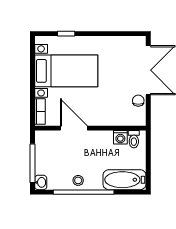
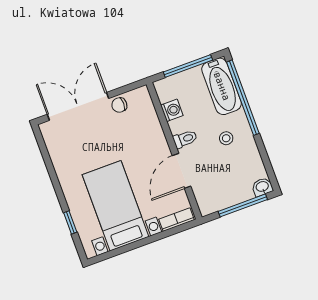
toilet: (134, 139) -> (185, 139), moved
window: (148, 161) -> (188, 66), added
stool: (78, 180) -> (226, 138), moved
window: (84, 192) -> (243, 98), moved

